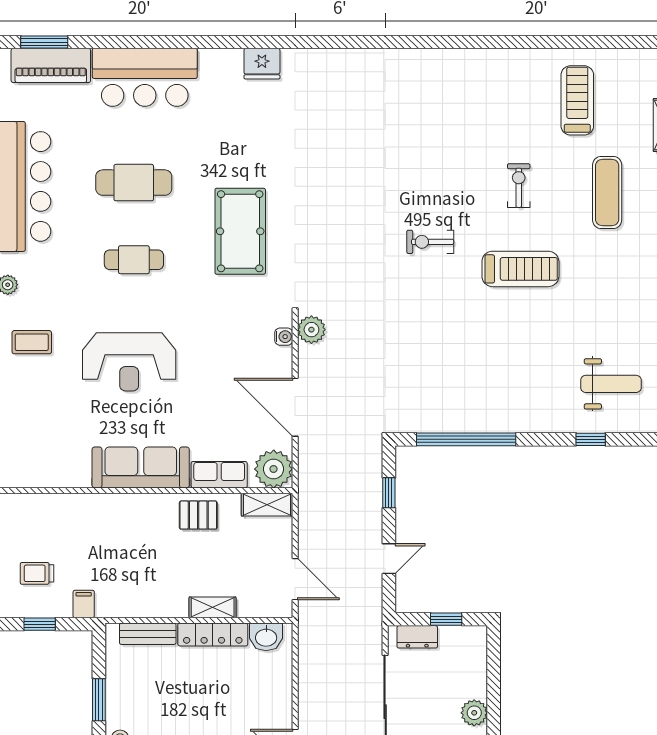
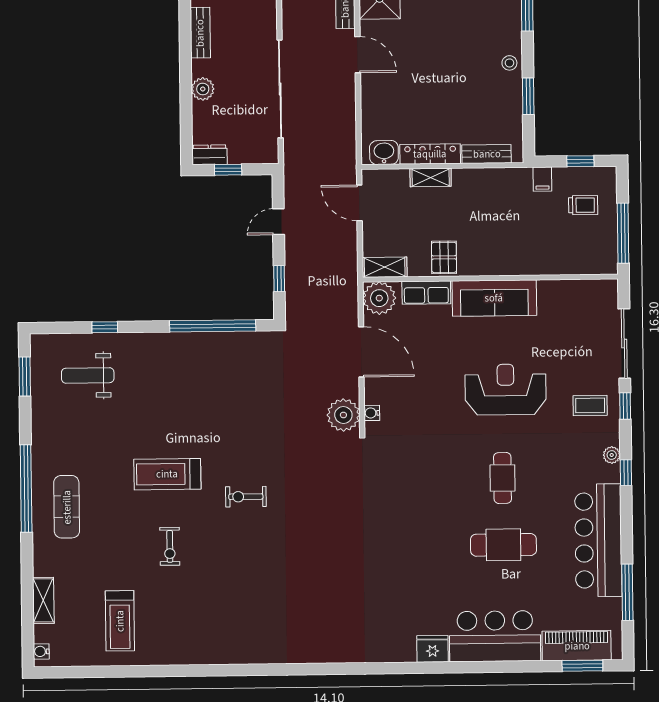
fridge: (262, 64) -> (432, 649), moved
exercise mat: (607, 193) -> (67, 507), moved
pool table: (240, 231) -> (411, 504), removed
exercise bike: (430, 242) -> (246, 497), turned 180
cafe table: (134, 260) -> (502, 478), turned 90
plant: (311, 330) -> (343, 415), width x1.36, depth x1.36
pallet: (198, 515) -> (444, 257), turned 90
dresser: (417, 637) -> (210, 155), moved

